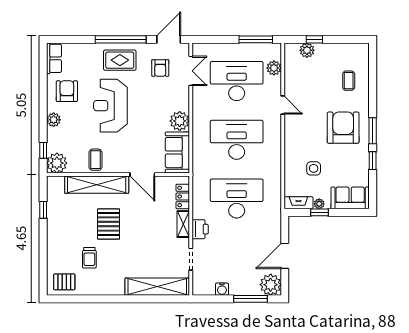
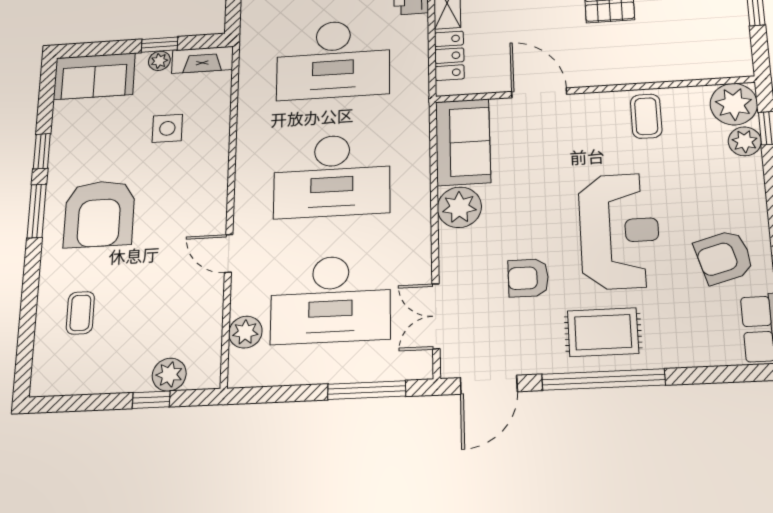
window: (256, 39) -> (367, 390), moved
armchair: (160, 68) -> (528, 278), moved, turned -90
armchair: (67, 91) -> (724, 257), turned 74
plant: (54, 120) -> (745, 141), moved
shelving: (97, 185) -> (640, 66), removed

